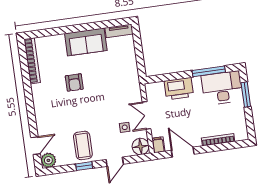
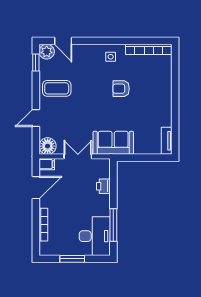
sofa: (86, 42) -> (113, 143), moved, turned 90
printer: (179, 89) -> (103, 186), width x0.53, depth x0.68
window: (246, 94) -> (72, 259), moved
side table: (125, 127) -> (111, 57), moved
door: (115, 162) -> (36, 118), hinge flipped
window: (84, 166) -> (36, 63), moved

